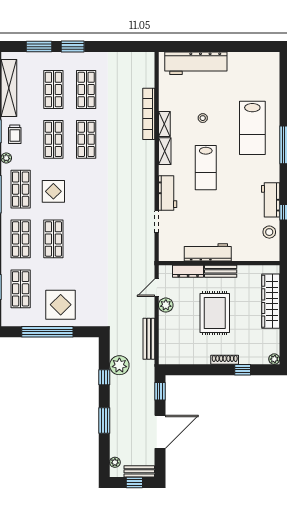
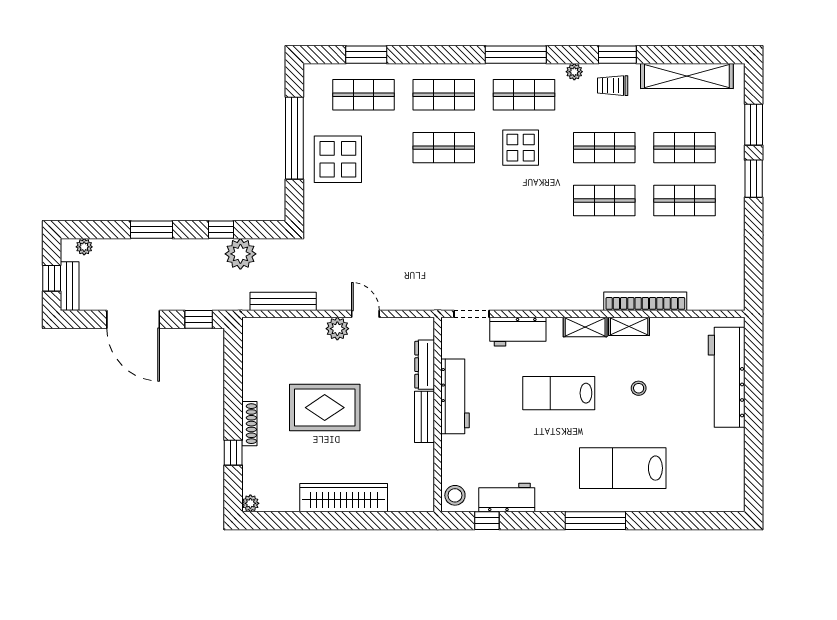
workbench: (208, 252) -> (455, 396), moved
wall: (219, 263) -> (438, 415), moved
dresser: (188, 271) -> (425, 365), moved
bench: (221, 271) -> (425, 417), moved

